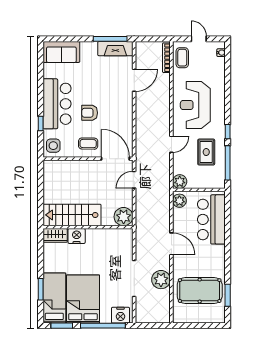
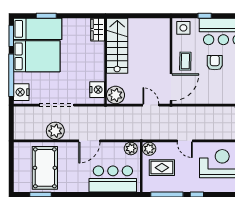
rug: (206, 152) -> (162, 168), moved
nightstand: (77, 236) -> (97, 90), moved

